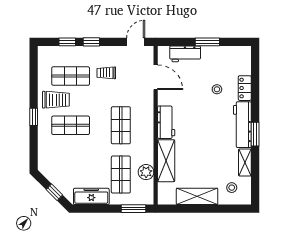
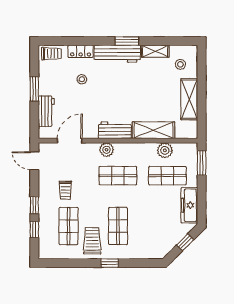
trolley: (242, 59) -> (51, 54), added
plant: (147, 114) -> (107, 150), added

